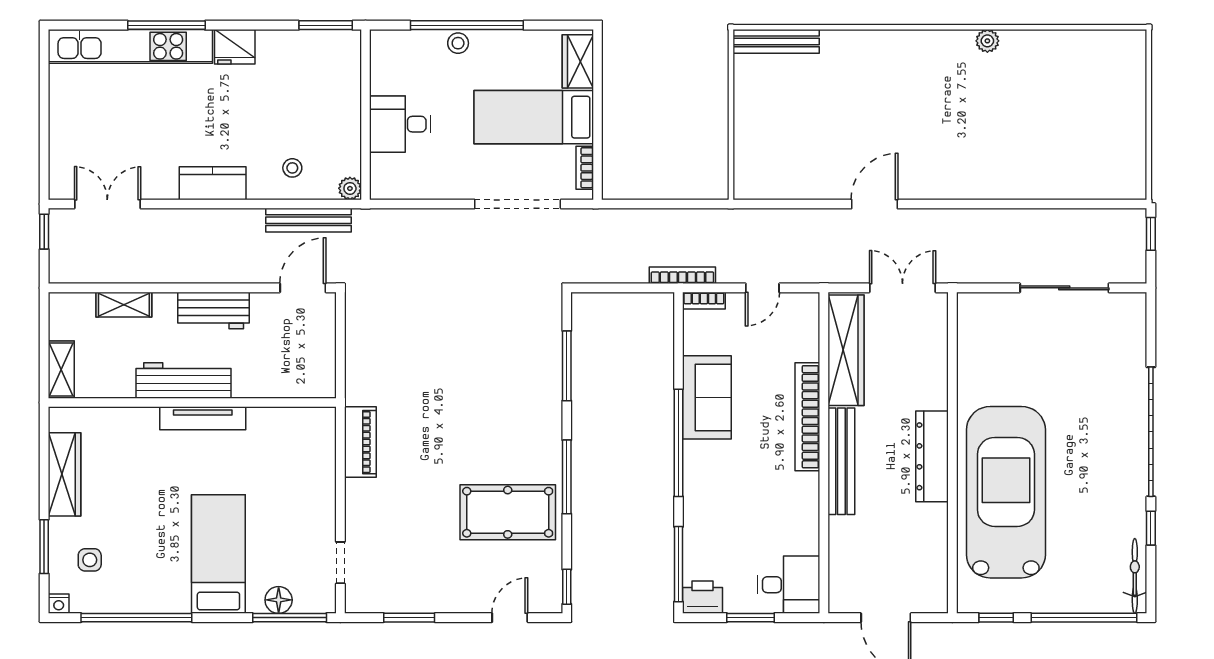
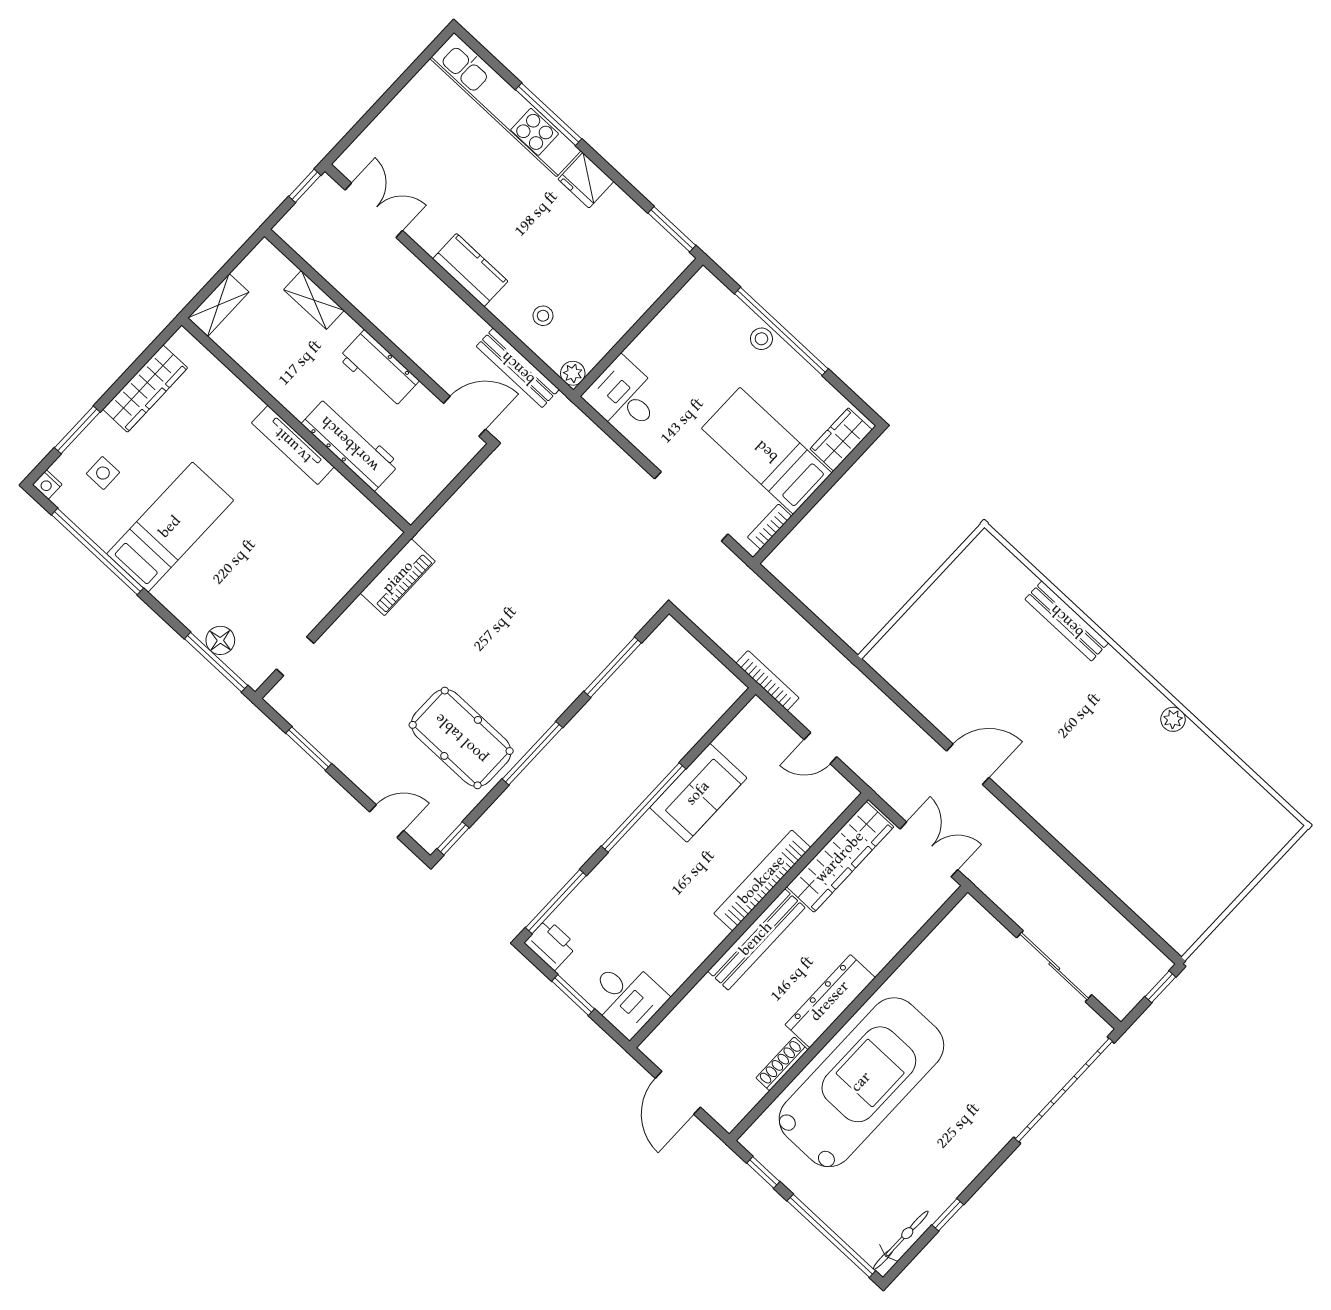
bench: (776, 41) -> (1067, 621), moved
desk: (400, 124) -> (624, 397), moved
bookcase: (704, 301) -> (766, 716), removed
workbench: (184, 380) -> (350, 444), moved
garage door: (1151, 432) -> (1064, 1090), moved
shoe rack: (939, 531) -> (782, 1064), added
bed: (218, 554) -> (170, 527), moved

